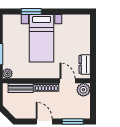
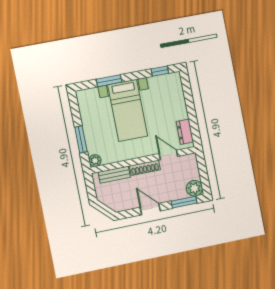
window: (74, 12) -> (160, 71), added
plant: (83, 90) -> (194, 188), moved

